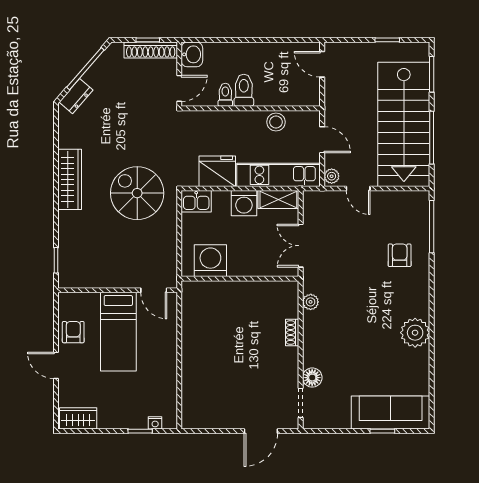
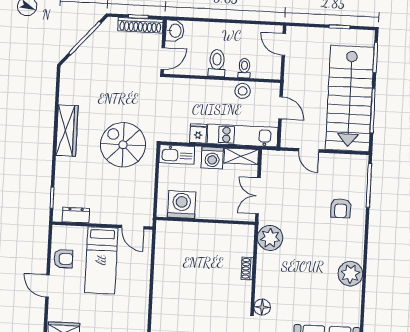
toilet: (225, 95) -> (244, 68), moved
dresser: (76, 96) -> (76, 215), moved, turned -131
fridge: (217, 171) -> (198, 133), width x0.53, depth x0.75
plant: (332, 176) -> (287, 139), removed
kitchen sink: (196, 201) -> (177, 154), width x1.38
armchair: (400, 255) -> (341, 208), turned 180
plant: (311, 302) -> (270, 238), width x1.88, depth x1.88
armchair: (73, 332) -> (63, 259), turned 90

